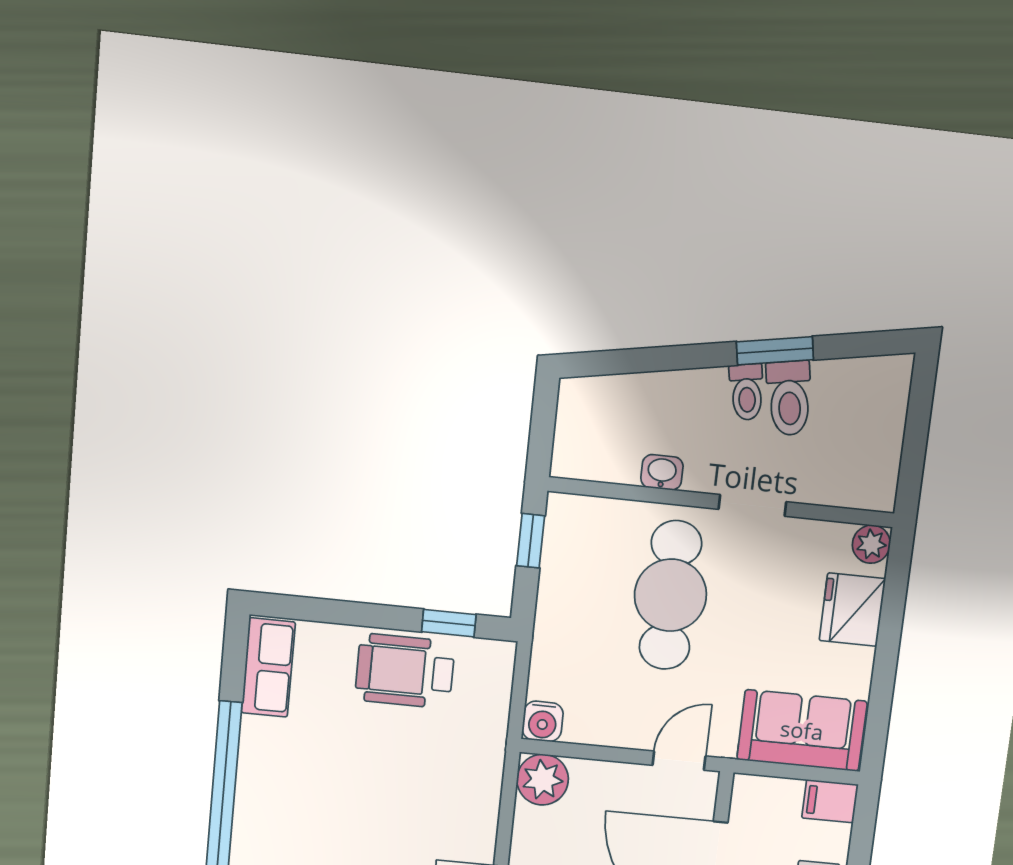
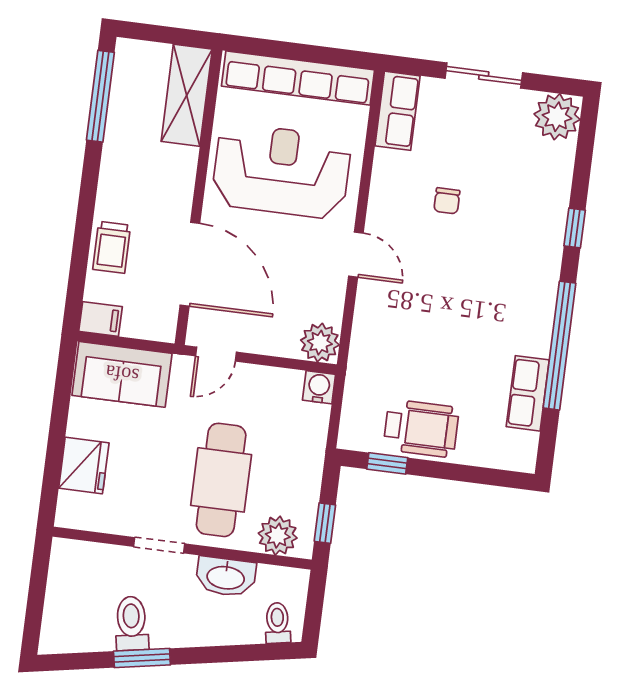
toilet: (747, 392) -> (278, 623), moved
washbasin: (662, 472) -> (226, 577), width x1.91, depth x1.45
plant: (871, 544) -> (278, 536), moved, width x1.38, depth x1.38
row of seats: (268, 667) -> (528, 393), moved

